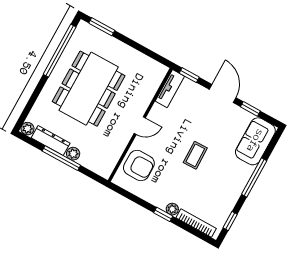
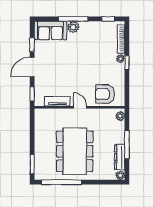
dining table: (89, 89) -> (75, 151), turned 90
tv unit: (170, 89) -> (57, 101), moved
plant: (73, 154) -> (120, 116), moved
coffee table: (195, 155) -> (80, 63), removed
armchair: (139, 165) -> (105, 94), turned -90
plant: (244, 172) -> (73, 27), added

